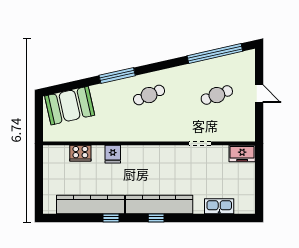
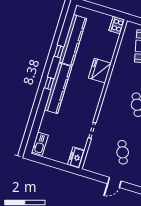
cooker: (80, 153) -> (117, 25), moved
fridge: (113, 154) -> (100, 71), width x1.88, depth x1.34
kitchen sink: (219, 206) -> (40, 144), moved

